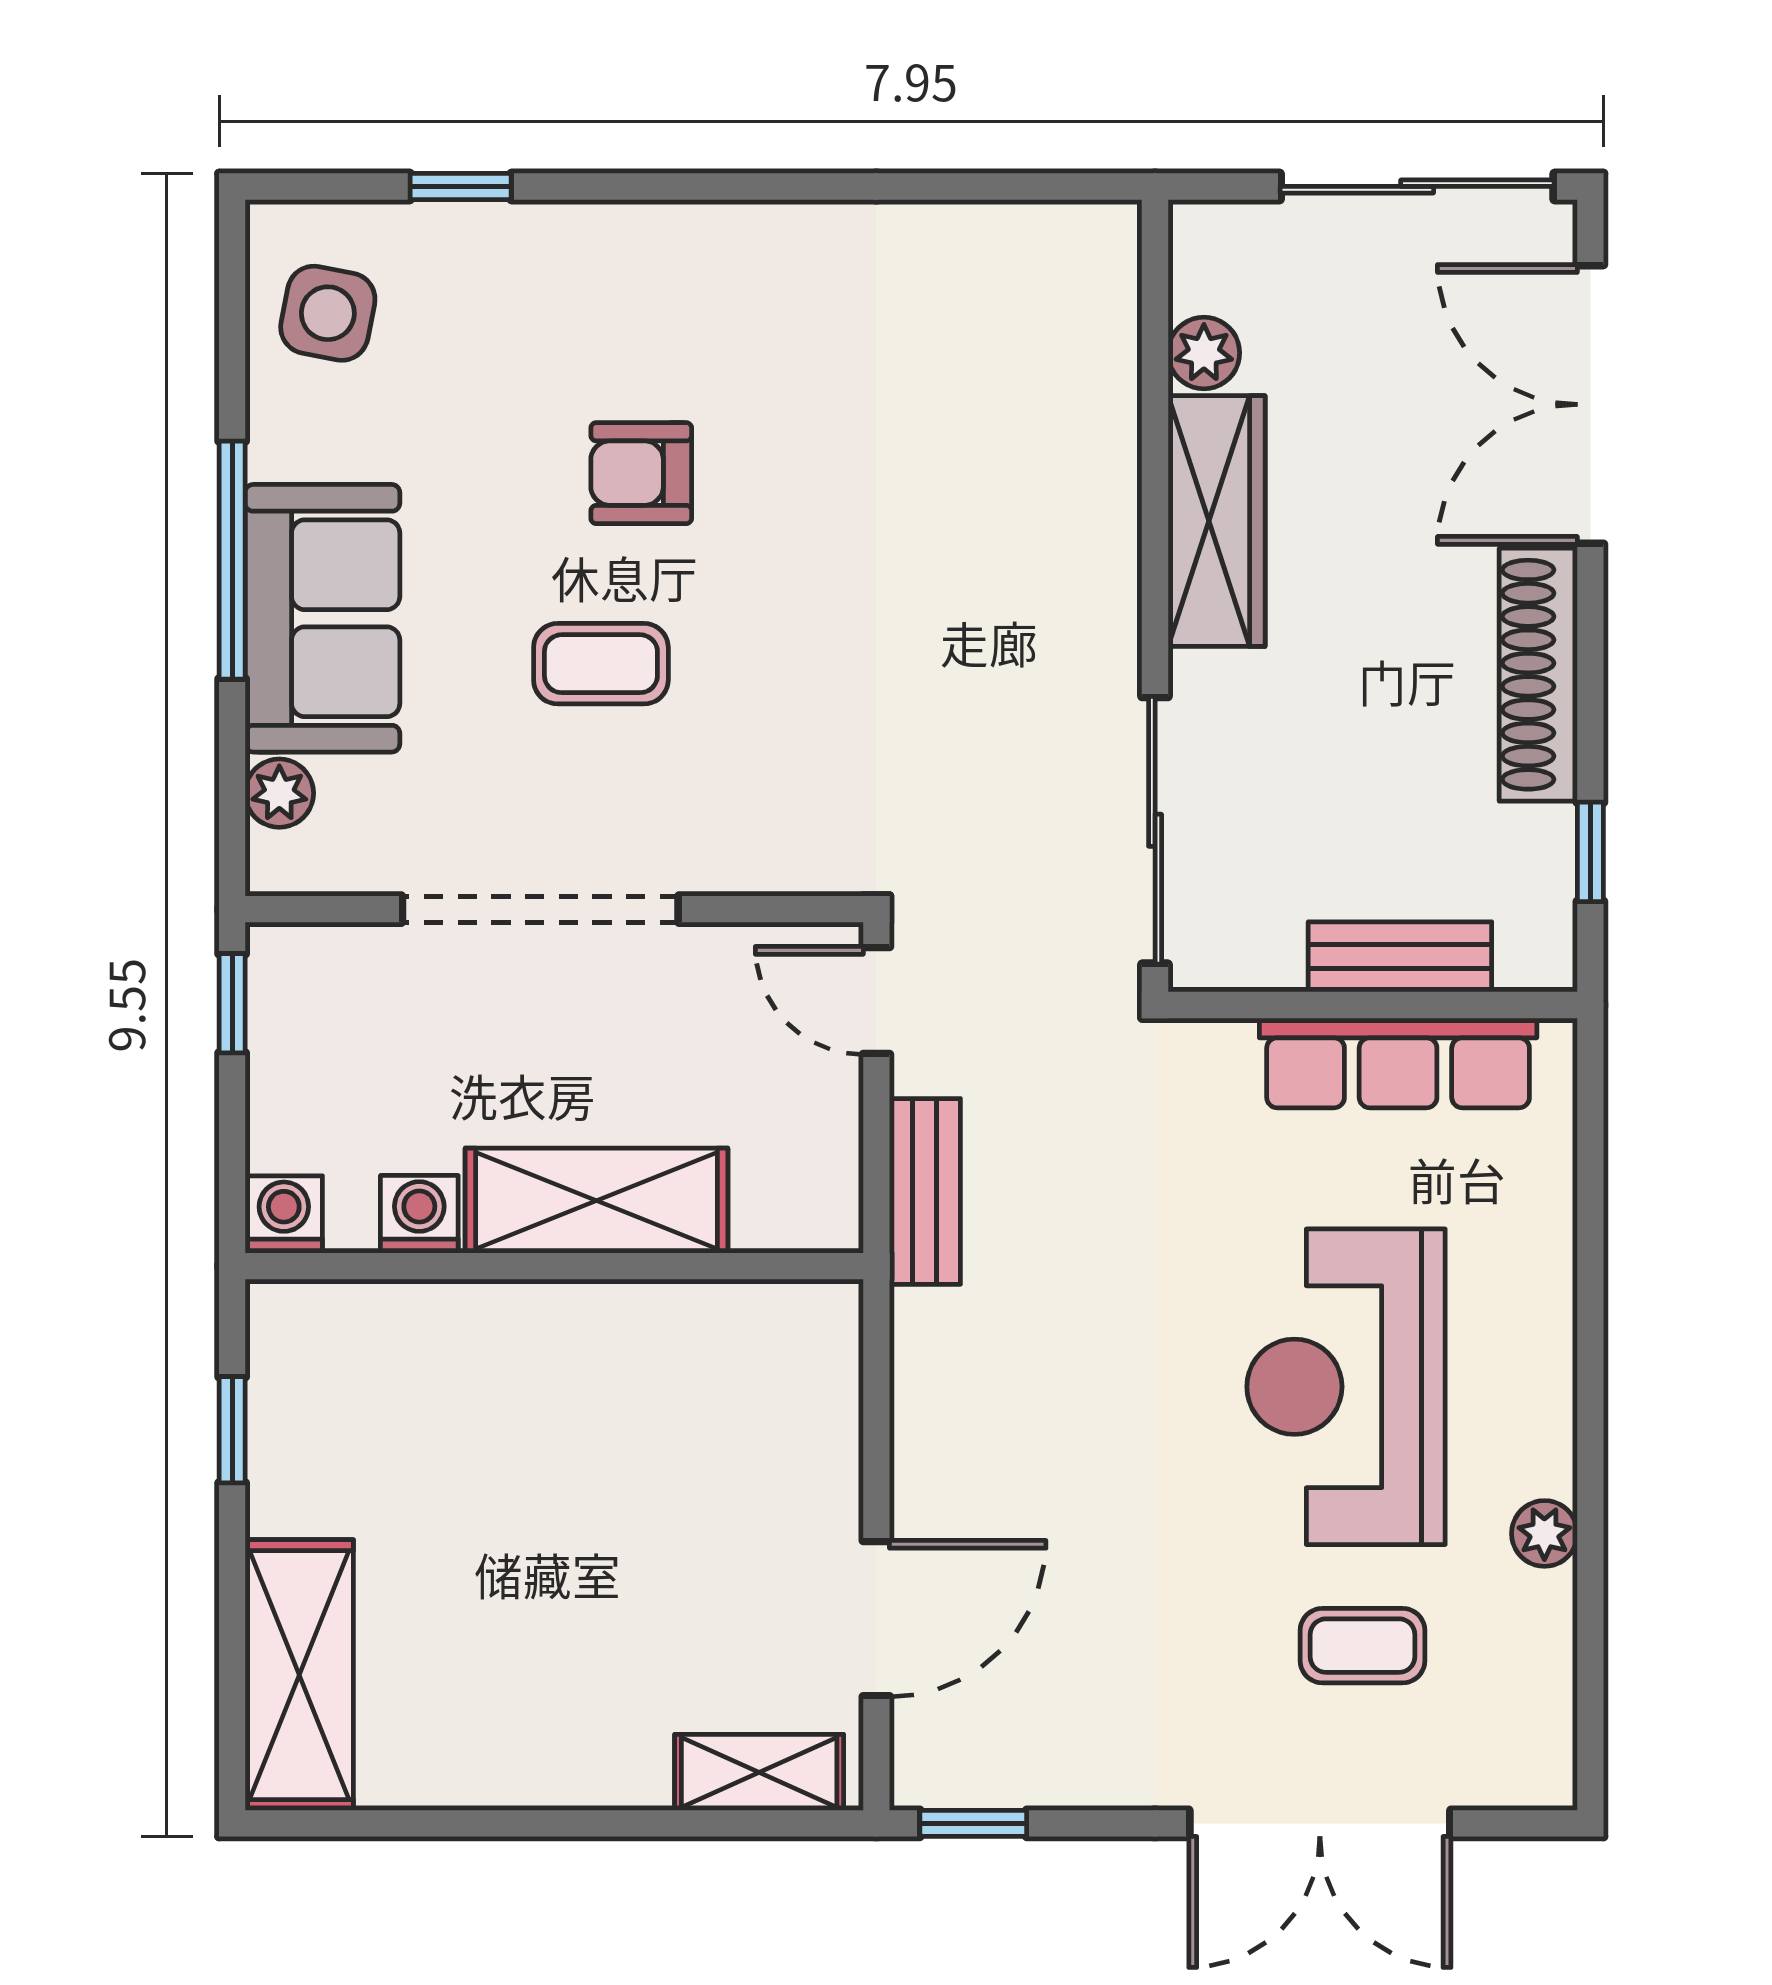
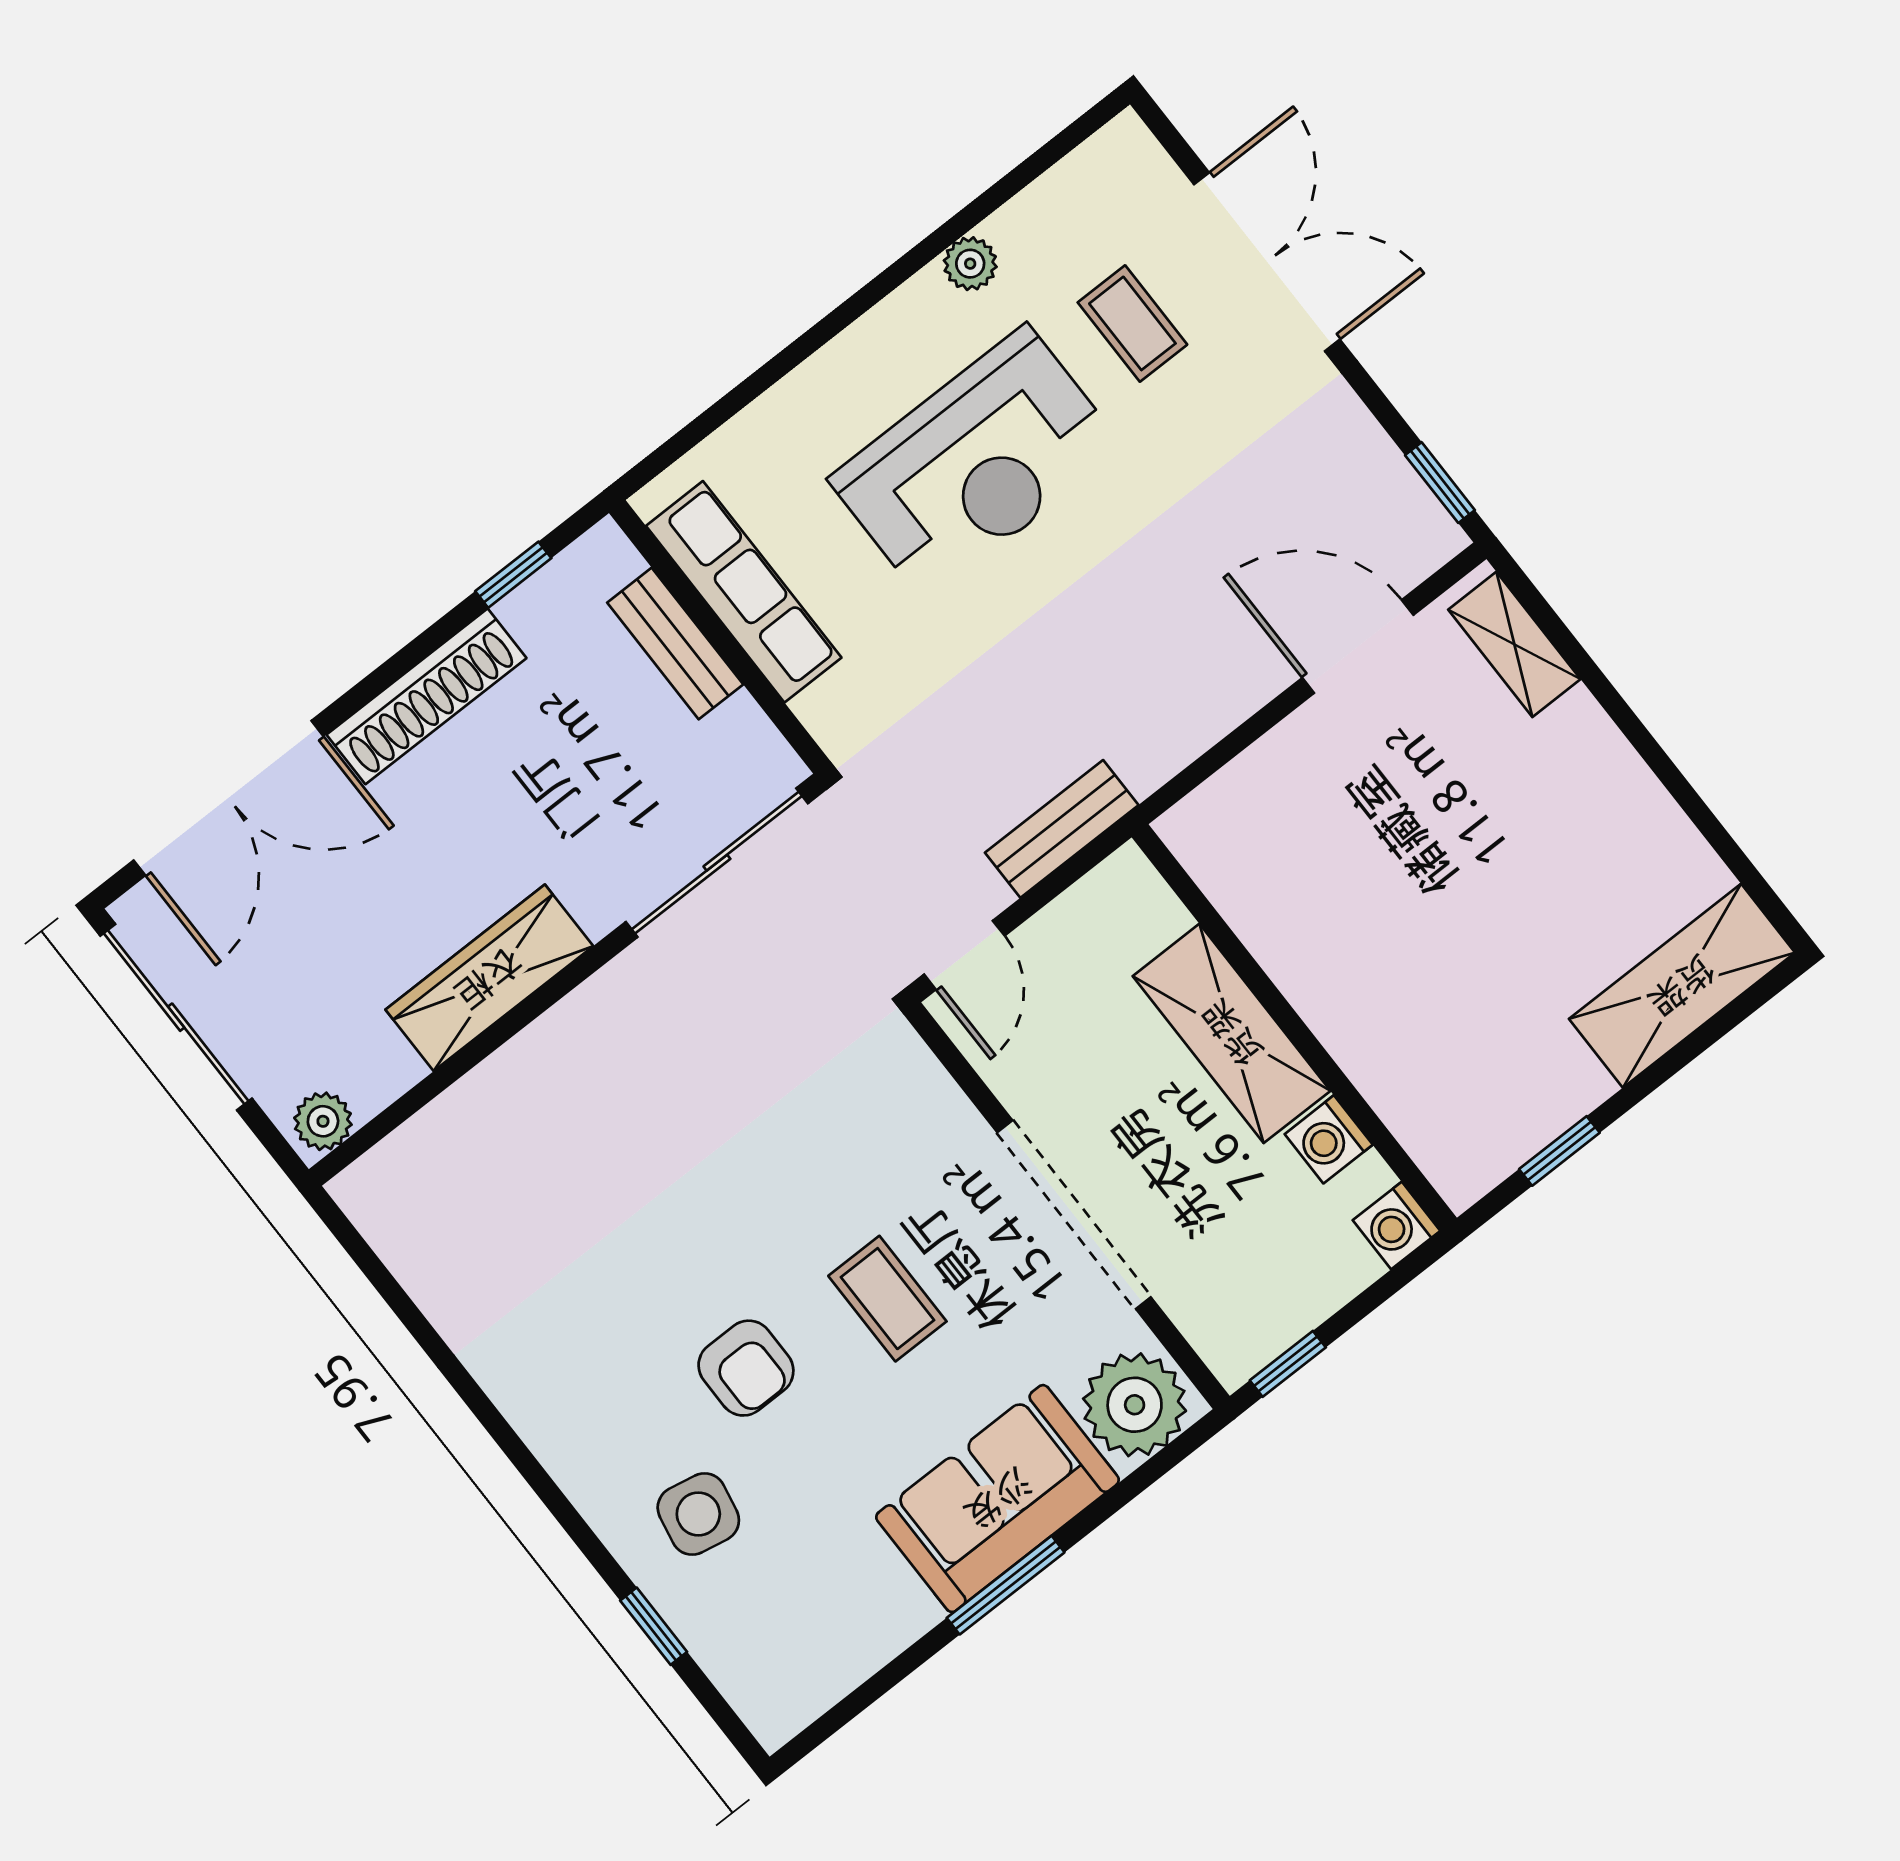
side table: (328, 313) -> (698, 1514), moved
plant: (1204, 353) -> (323, 1121), moved
window: (232, 560) -> (1006, 1585), width x0.69
plant: (279, 793) -> (1135, 1405), width x1.88, depth x1.88

